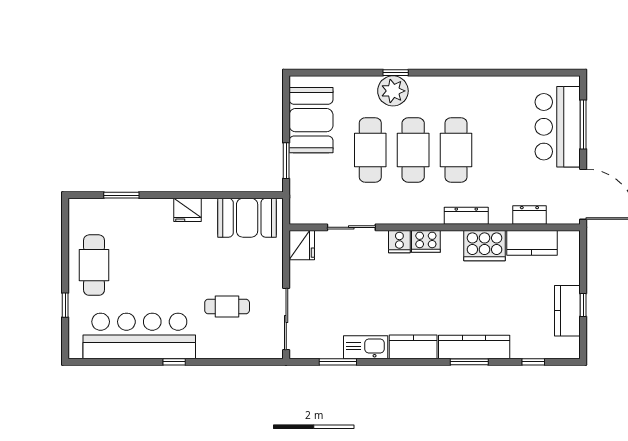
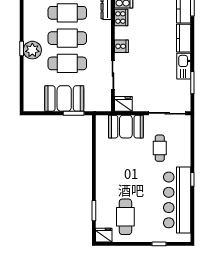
booth: (311, 120) -> (64, 99), moved
fridge: (187, 210) -> (104, 235), moved, turned -90
booth: (247, 218) -> (126, 127), moved, turned 90
cooker: (426, 241) -> (121, 17), moved
cafe table: (94, 265) -> (125, 217), moved, turned 90

